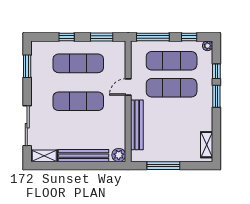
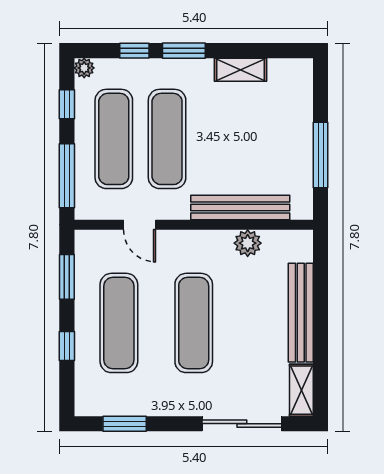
door: (128, 87) -> (140, 225), moved
shelving: (207, 145) -> (241, 70), moved
plant: (119, 155) -> (248, 243), moved

